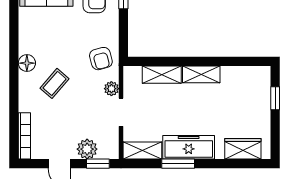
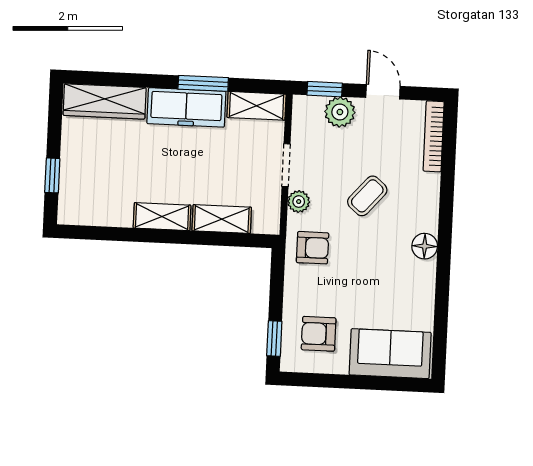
armchair: (101, 59) -> (313, 248), turned 105
coffee table: (55, 83) -> (367, 196), moved
wardrobe: (243, 149) -> (105, 101), width x1.50

